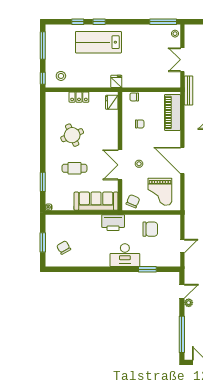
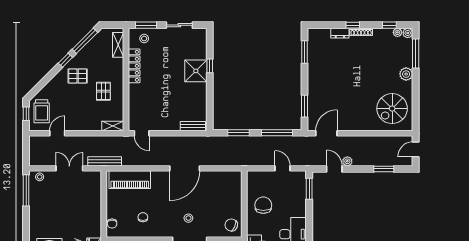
double door: (182, 60) -> (69, 168), swing flipped
grand piano: (160, 192) -> (220, 194), removed
window: (147, 269) -> (309, 189), moved
window: (182, 334) -> (384, 169), width x0.47

